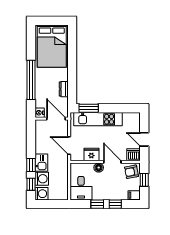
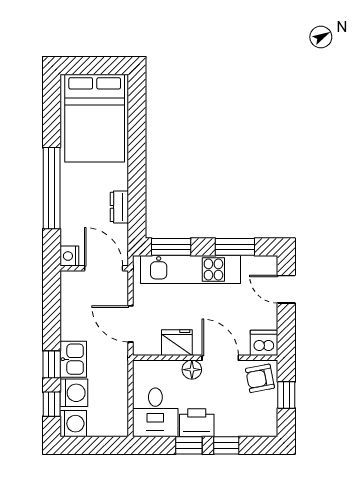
window: (119, 108) -> (235, 247), added
door: (144, 139) -> (286, 289), moved
printer: (101, 193) -> (197, 423), added
filing cabinet: (134, 195) -> (265, 427), removed

